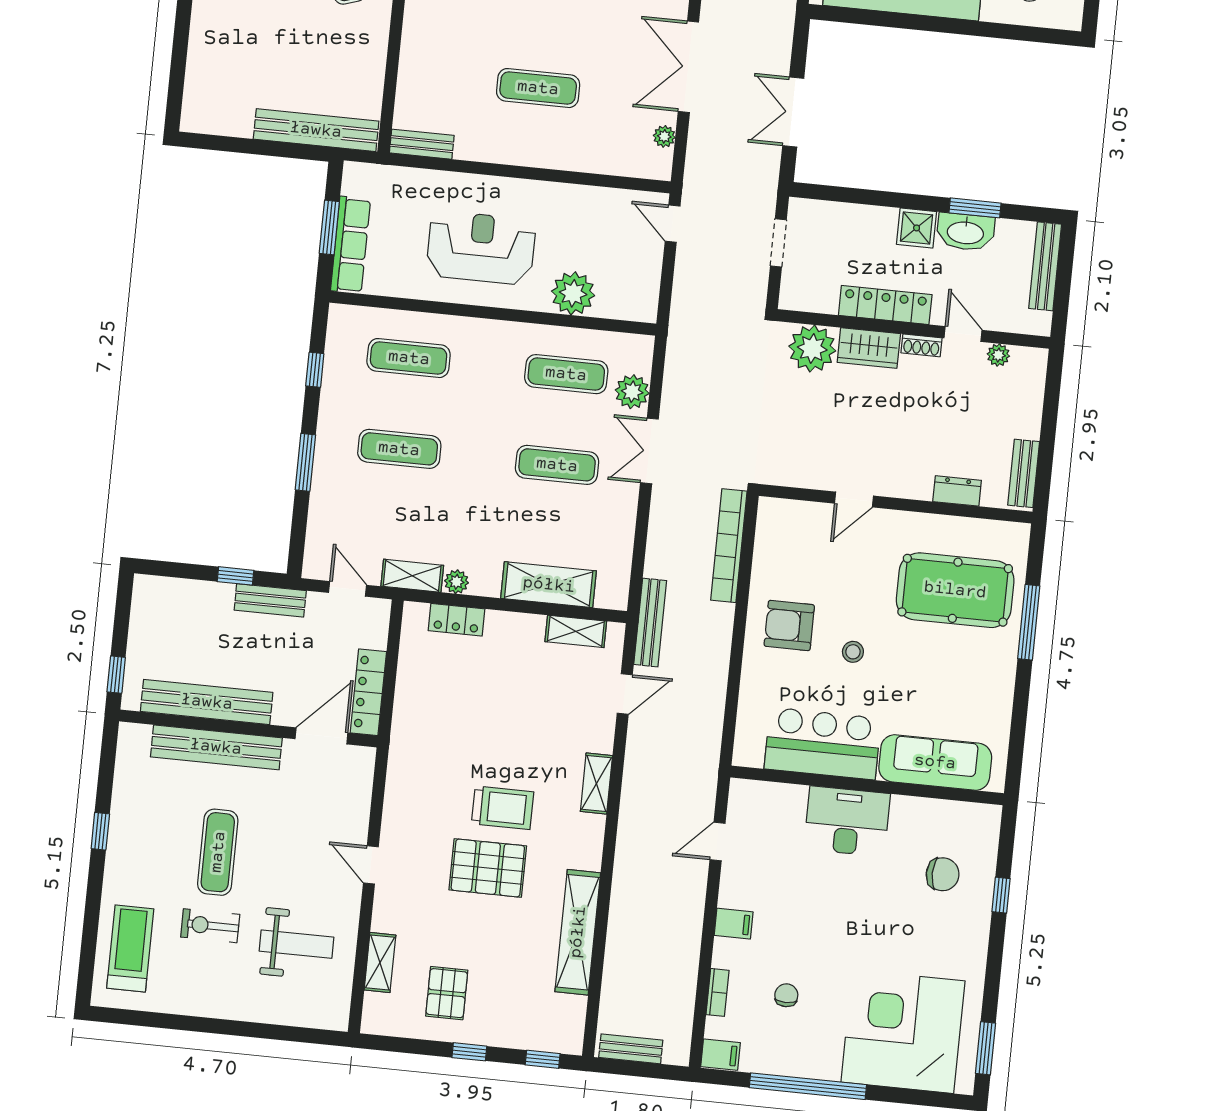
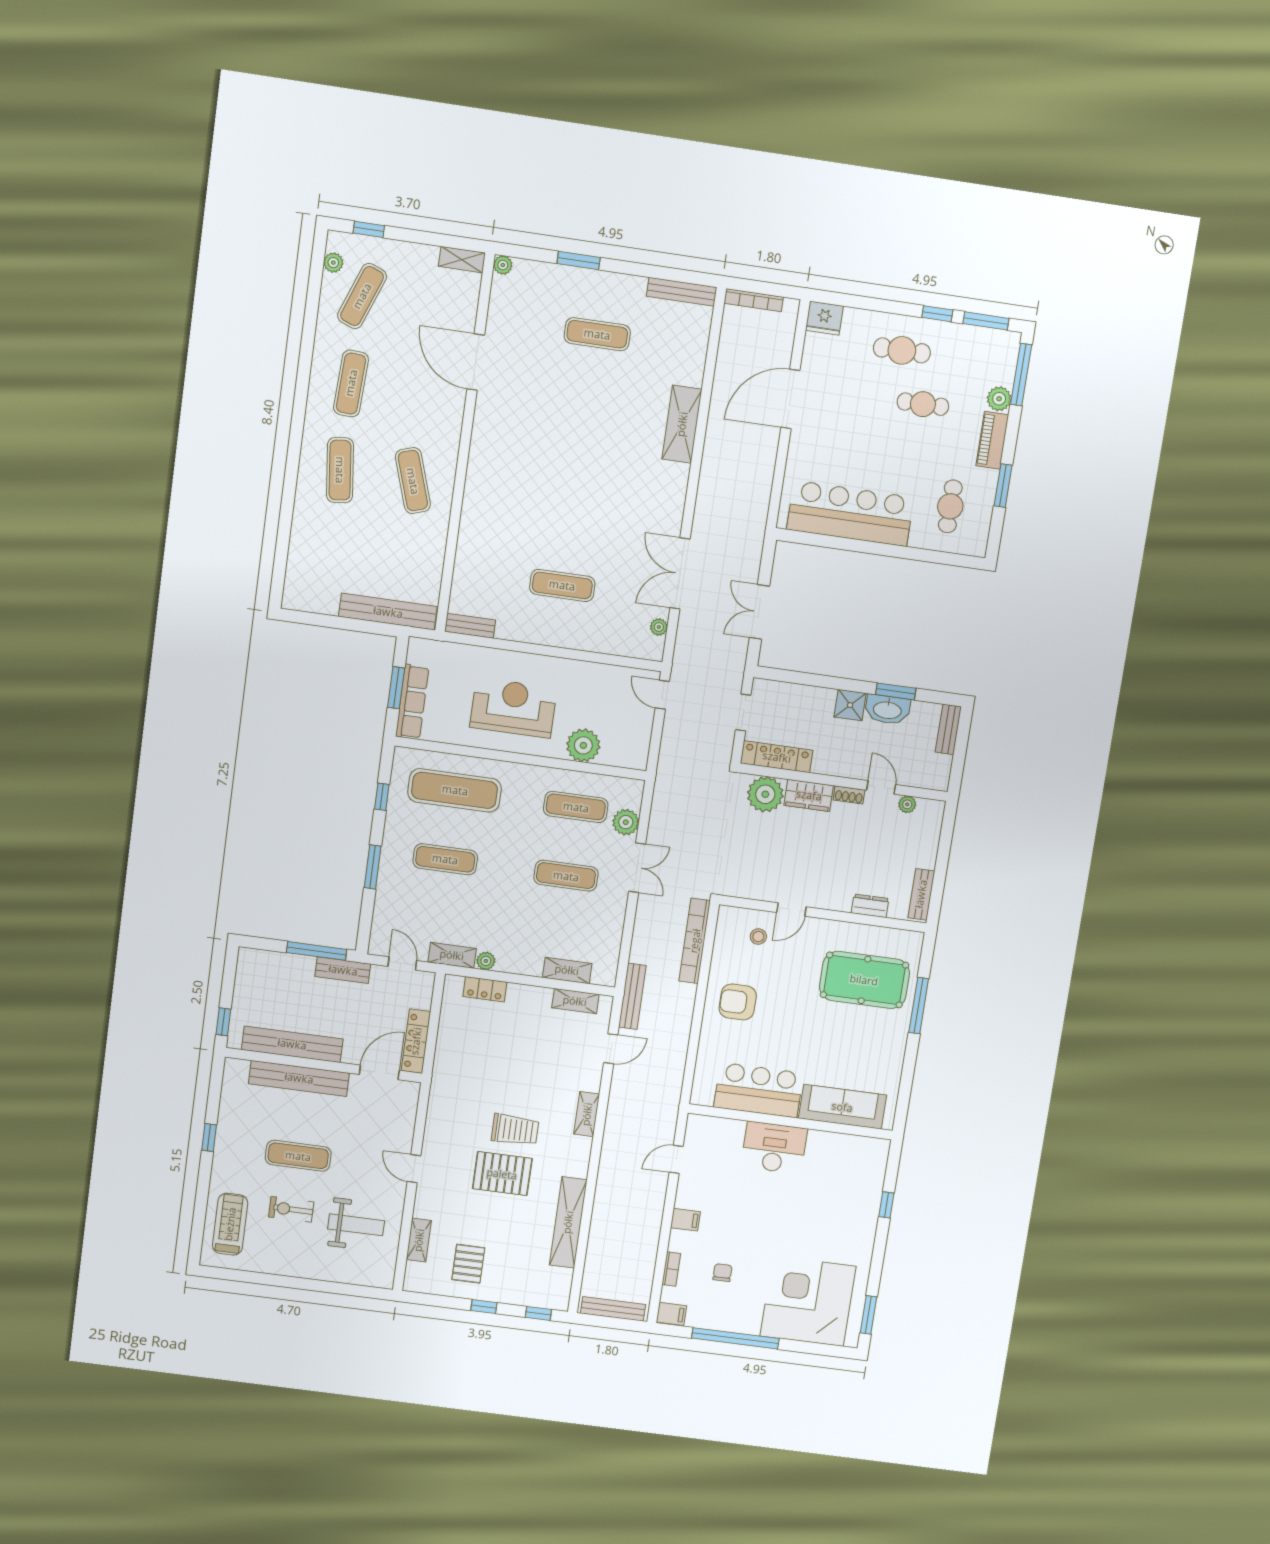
bench: (1045, 266) -> (948, 729), width x0.73
locker: (885, 305) -> (777, 757), moved
exercise mat: (409, 358) -> (455, 790), width x1.36, depth x1.45
double door: (649, 451) -> (637, 868), swing flipped
window: (236, 576) -> (317, 951), width x2.17
shelving: (549, 585) -> (567, 970), width x0.67, depth x0.75
stool: (853, 652) -> (758, 937), moved
exercise mat: (218, 852) -> (298, 1156), turned 90
chair: (943, 874) -> (844, 1188), removed
bench: (631, 1049) -> (613, 1309), width x1.36

